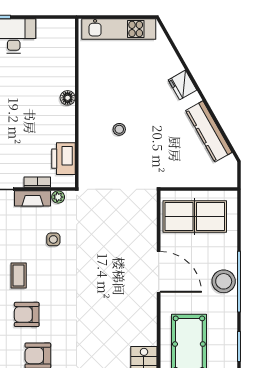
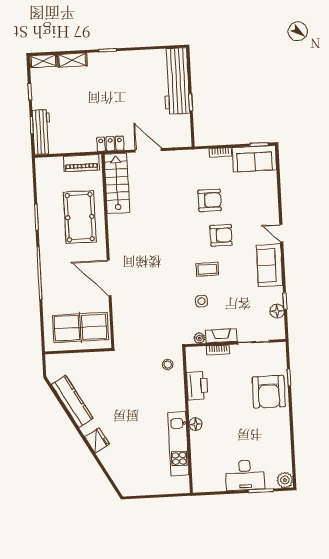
kitchen unit: (119, 29) -> (178, 444), moved, turned -90
stool: (119, 129) -> (168, 364), moved
printer: (63, 159) -> (197, 386), moved
coffee table: (19, 276) -> (207, 269), moved, turned 90
stool: (224, 281) -> (53, 273), removed

